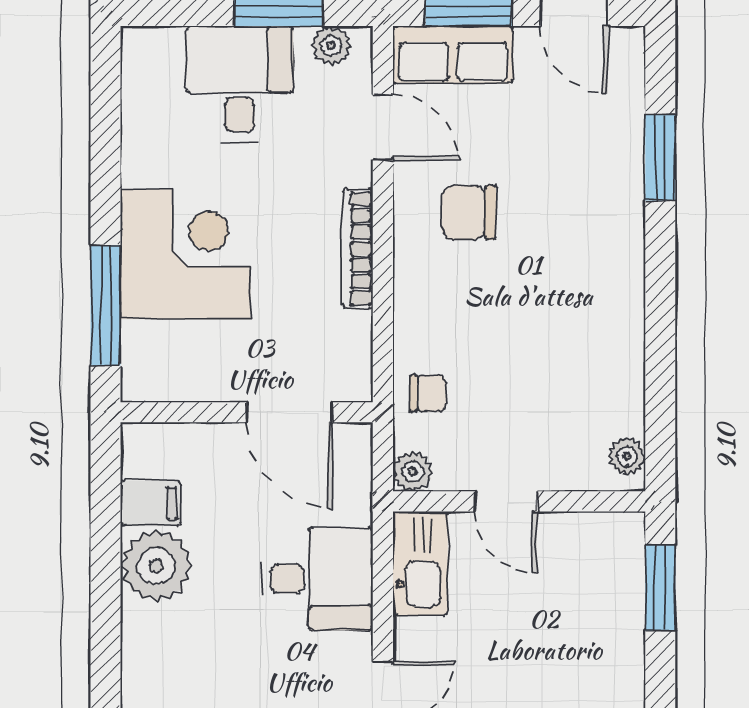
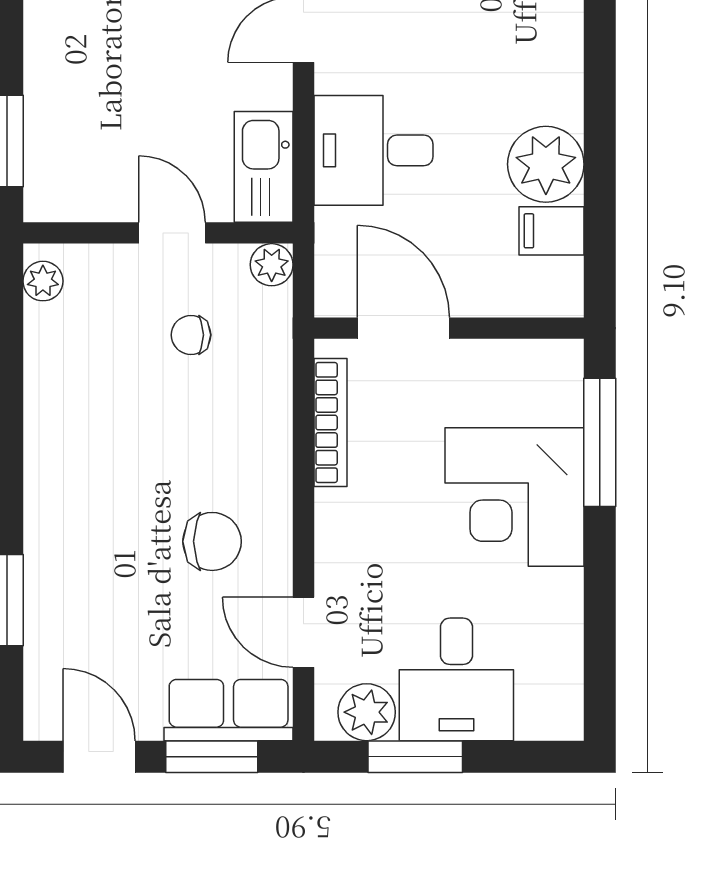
plant: (331, 45) -> (367, 712), width x1.38, depth x1.38
bookcase: (358, 249) -> (330, 423), moved
chair: (428, 393) -> (191, 335), moved

